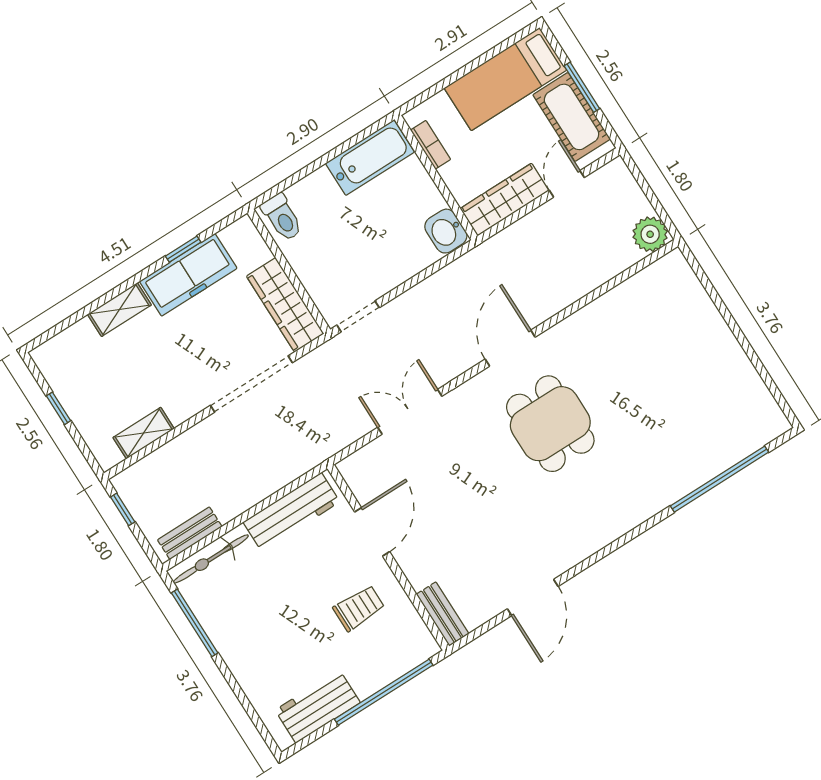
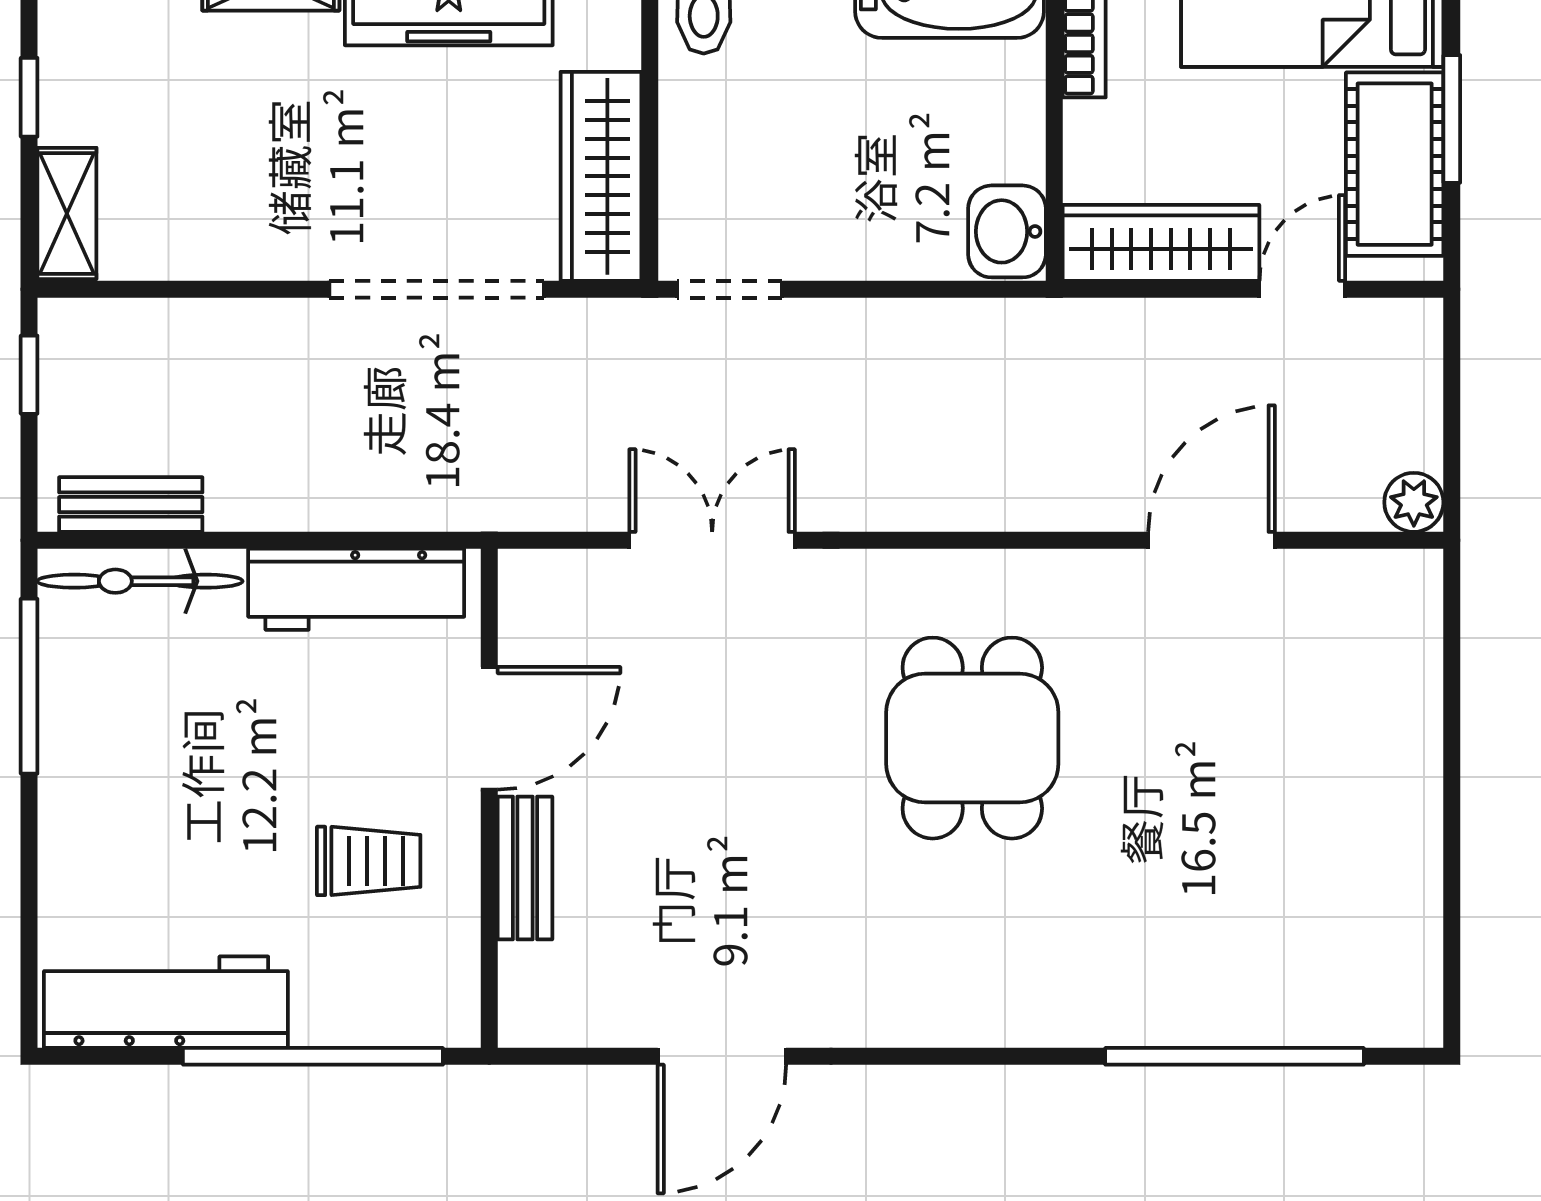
plant: (650, 234) -> (1414, 502), width x0.73, depth x0.73
door: (510, 348) -> (1211, 540), moved
shelving: (144, 433) -> (67, 213), moved, turned 90
bench: (442, 614) -> (525, 868), moved
workbench: (318, 706) -> (166, 1002), width x1.38

